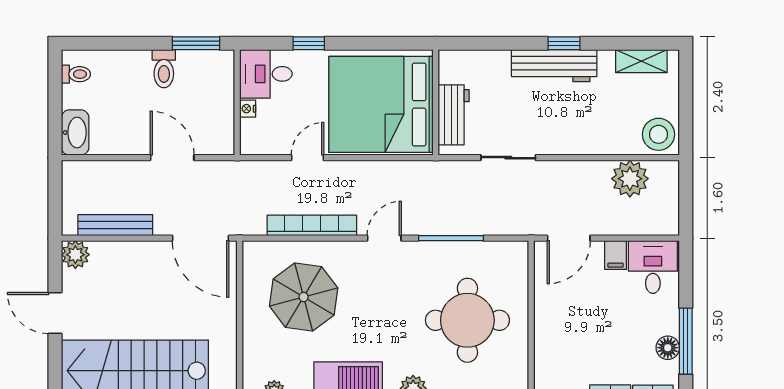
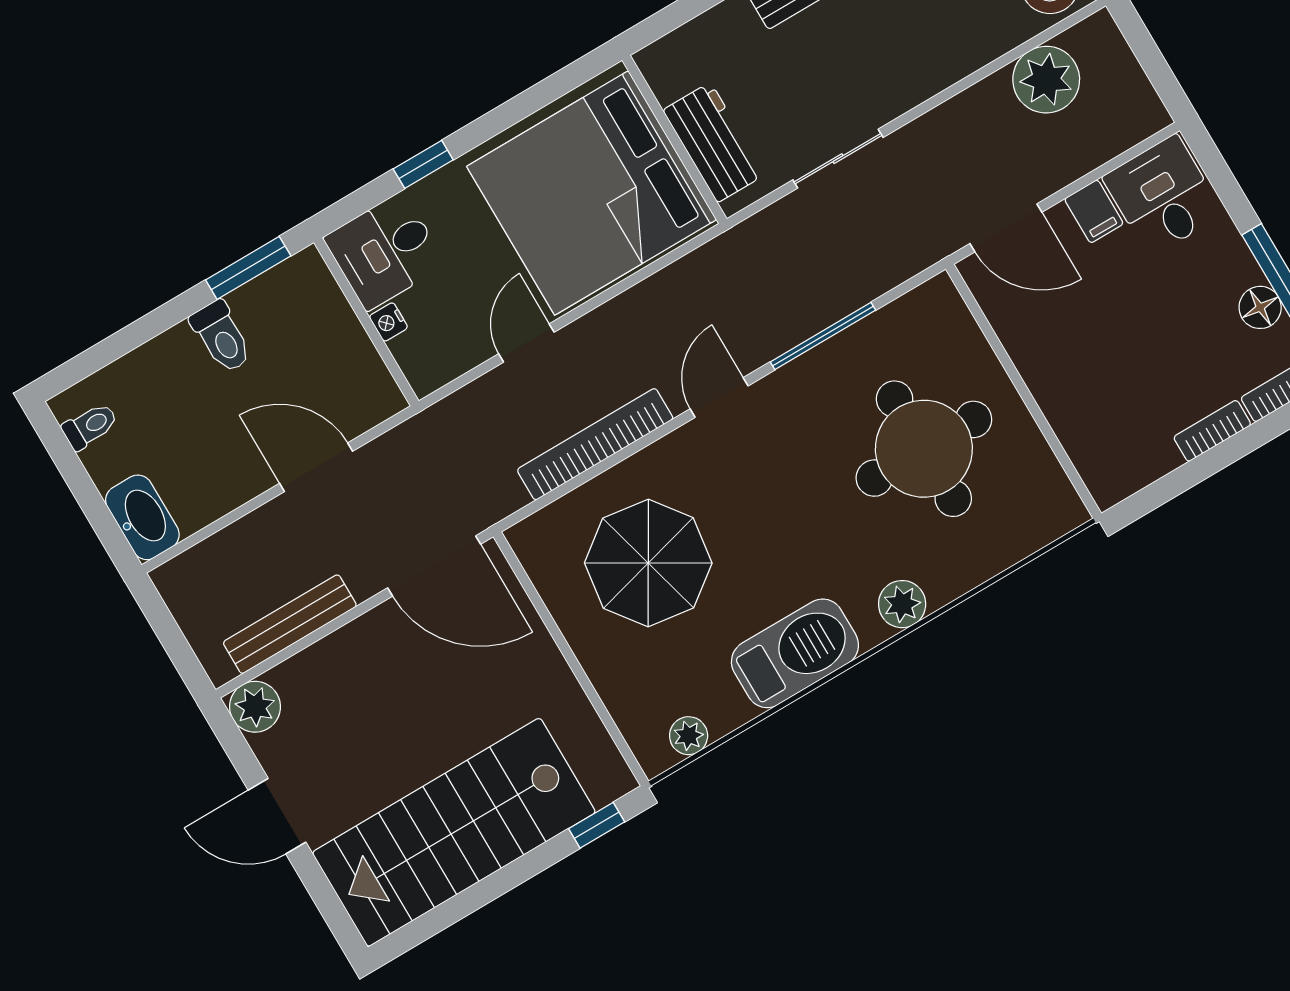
door: (569, 238) -> (1006, 228), hinge flipped

